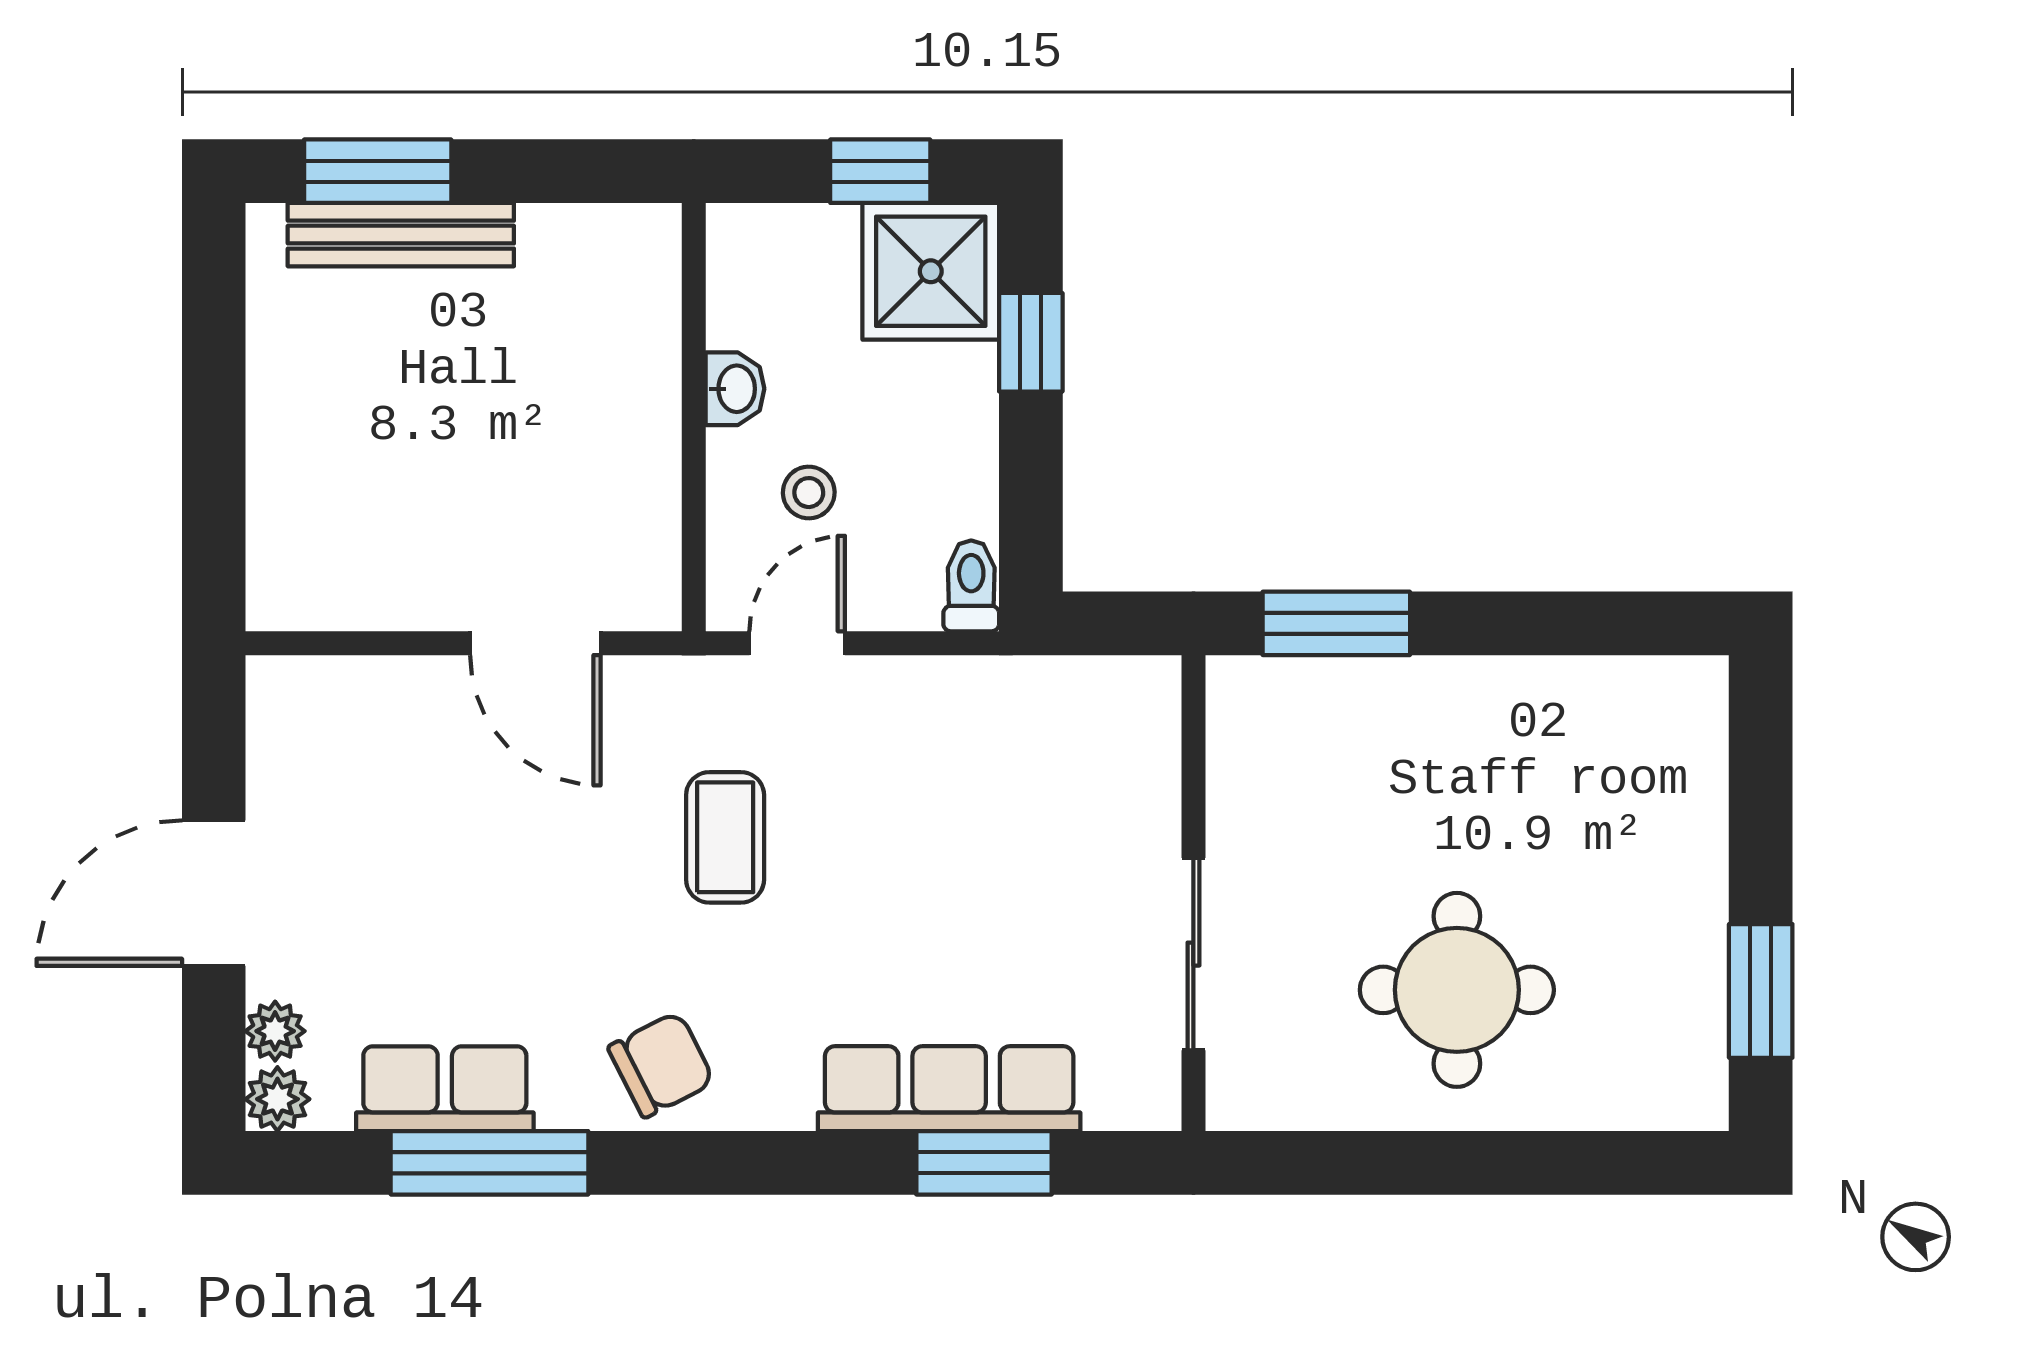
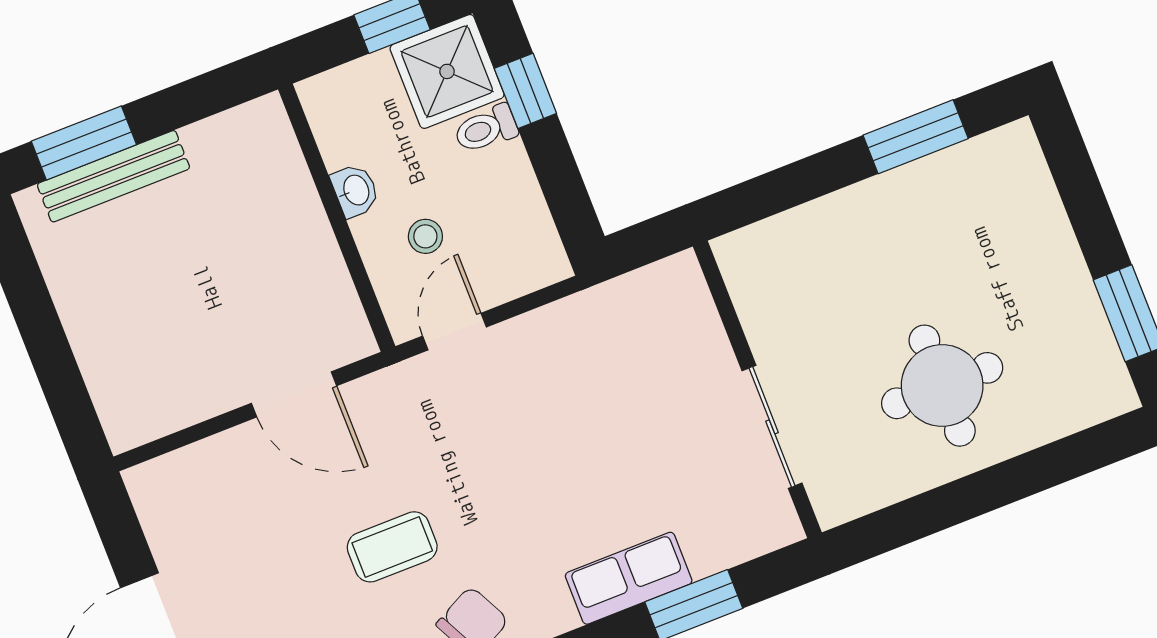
toilet: (971, 586) -> (486, 129), moved, turned -90
window: (1336, 623) -> (916, 137), moved
coffee table: (725, 837) -> (392, 547), moved, turned 90
row of seats: (949, 1089) -> (629, 578), width x0.68

